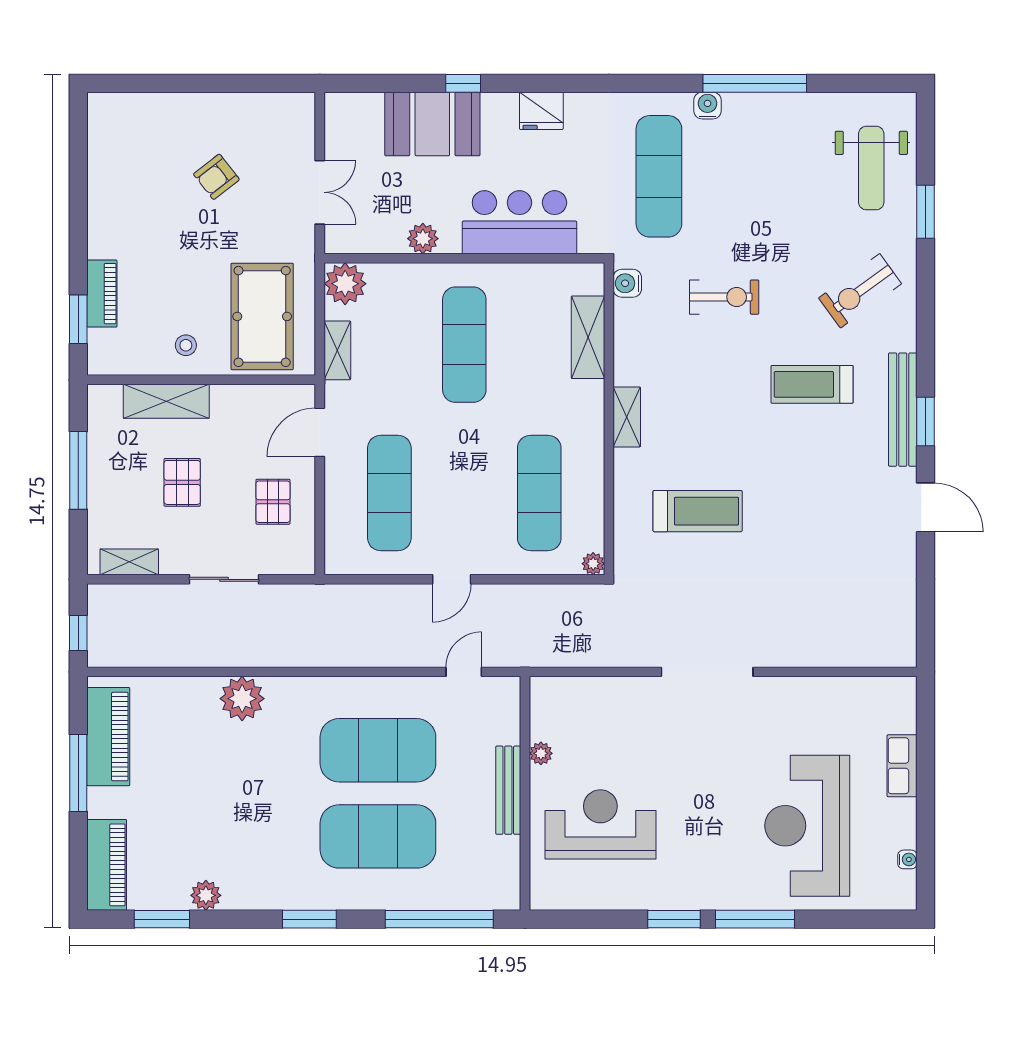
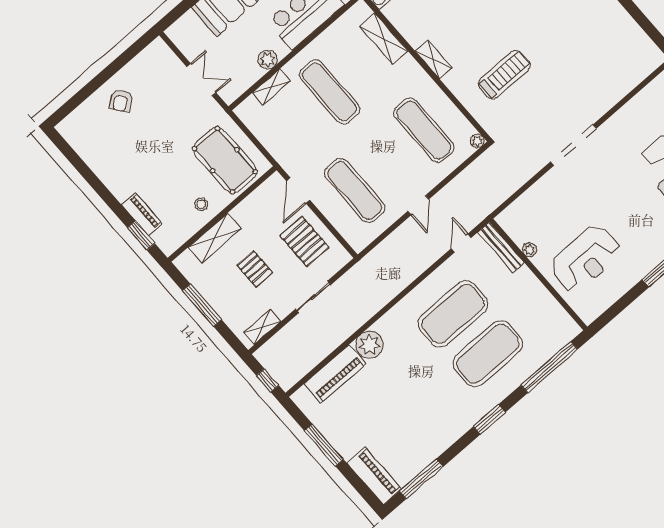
armchair: (216, 177) -> (121, 101), moved
plant: (345, 284) -> (250, 112), removed
shelving: (337, 350) -> (271, 87), moved, turned 90
pallet: (273, 502) -> (304, 241), width x1.50, depth x1.42
piano: (108, 737) -> (335, 374), moved, turned 90
bench: (508, 790) -> (501, 248), moved
reception desk: (600, 824) -> (586, 258), turned 180
plant: (206, 895) -> (432, 450), removed
window: (162, 919) -> (421, 479), width x1.44

